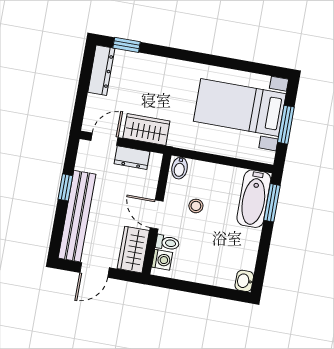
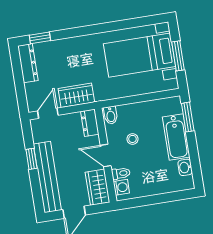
dresser: (132, 158) -> (90, 123), moved, turned 90
bathtub: (254, 199) -> (176, 137), moved
washbasin: (244, 281) -> (185, 167), moved

